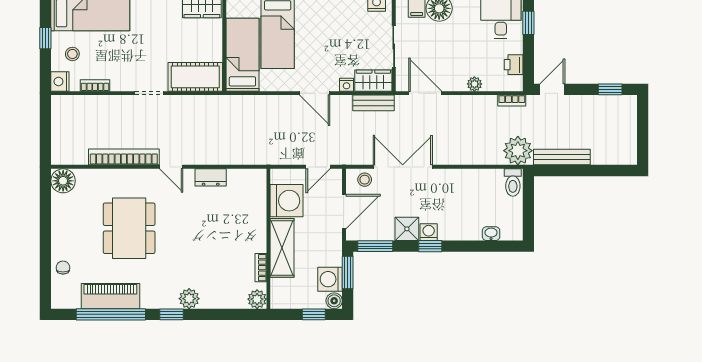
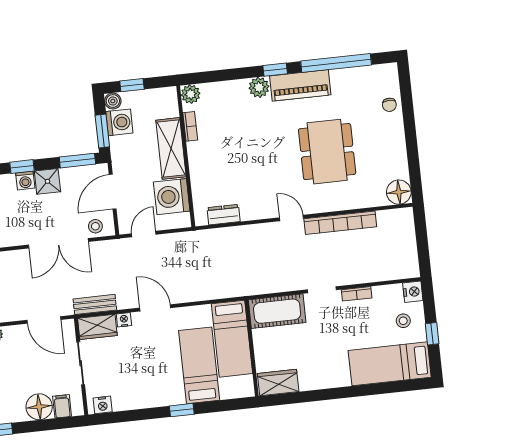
bookcase: (95, 85) -> (357, 294), moved
dresser: (211, 177) -> (224, 215), moved
piano: (110, 296) -> (300, 85), moved

